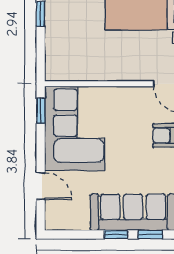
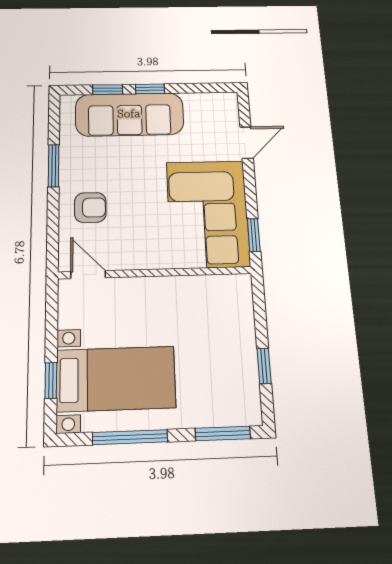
door: (41, 186) -> (247, 143), swing flipped

